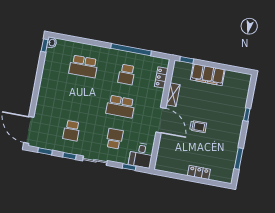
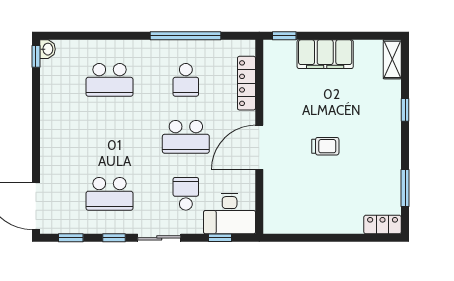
locker: (161, 78) -> (247, 83), width x1.53
shelving: (173, 95) -> (392, 59), moved
door: (161, 120) -> (259, 147), swing flipped
school desk: (71, 131) -> (109, 194), width x1.85
desk: (141, 155) -> (230, 214), width x1.37
locker: (199, 172) -> (383, 225), moved

